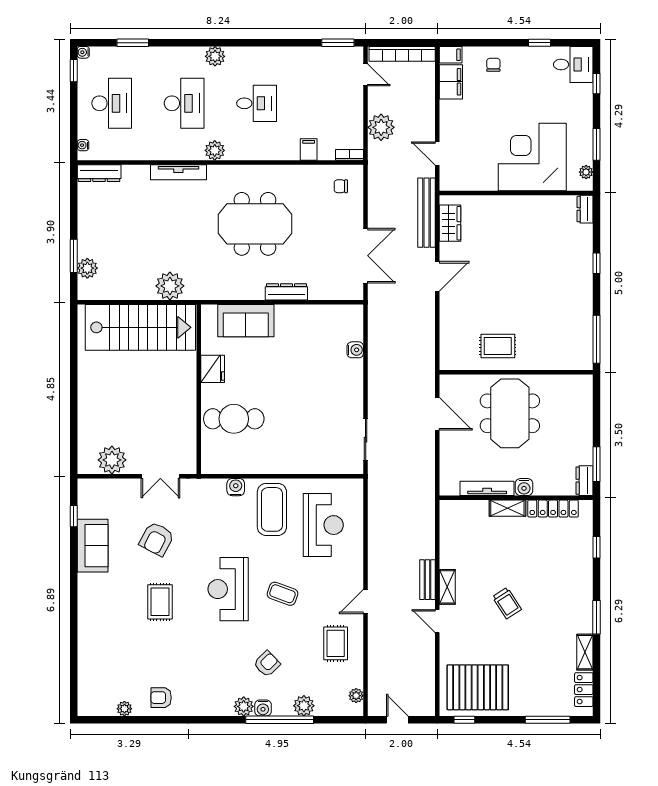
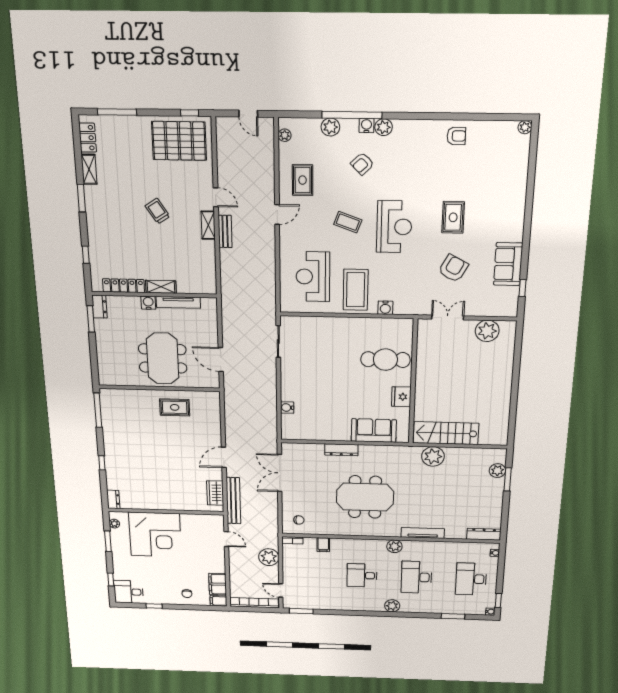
stairs: (140, 327) -> (446, 433), width x0.73, depth x0.66
plant: (124, 709) -> (525, 127), moved

